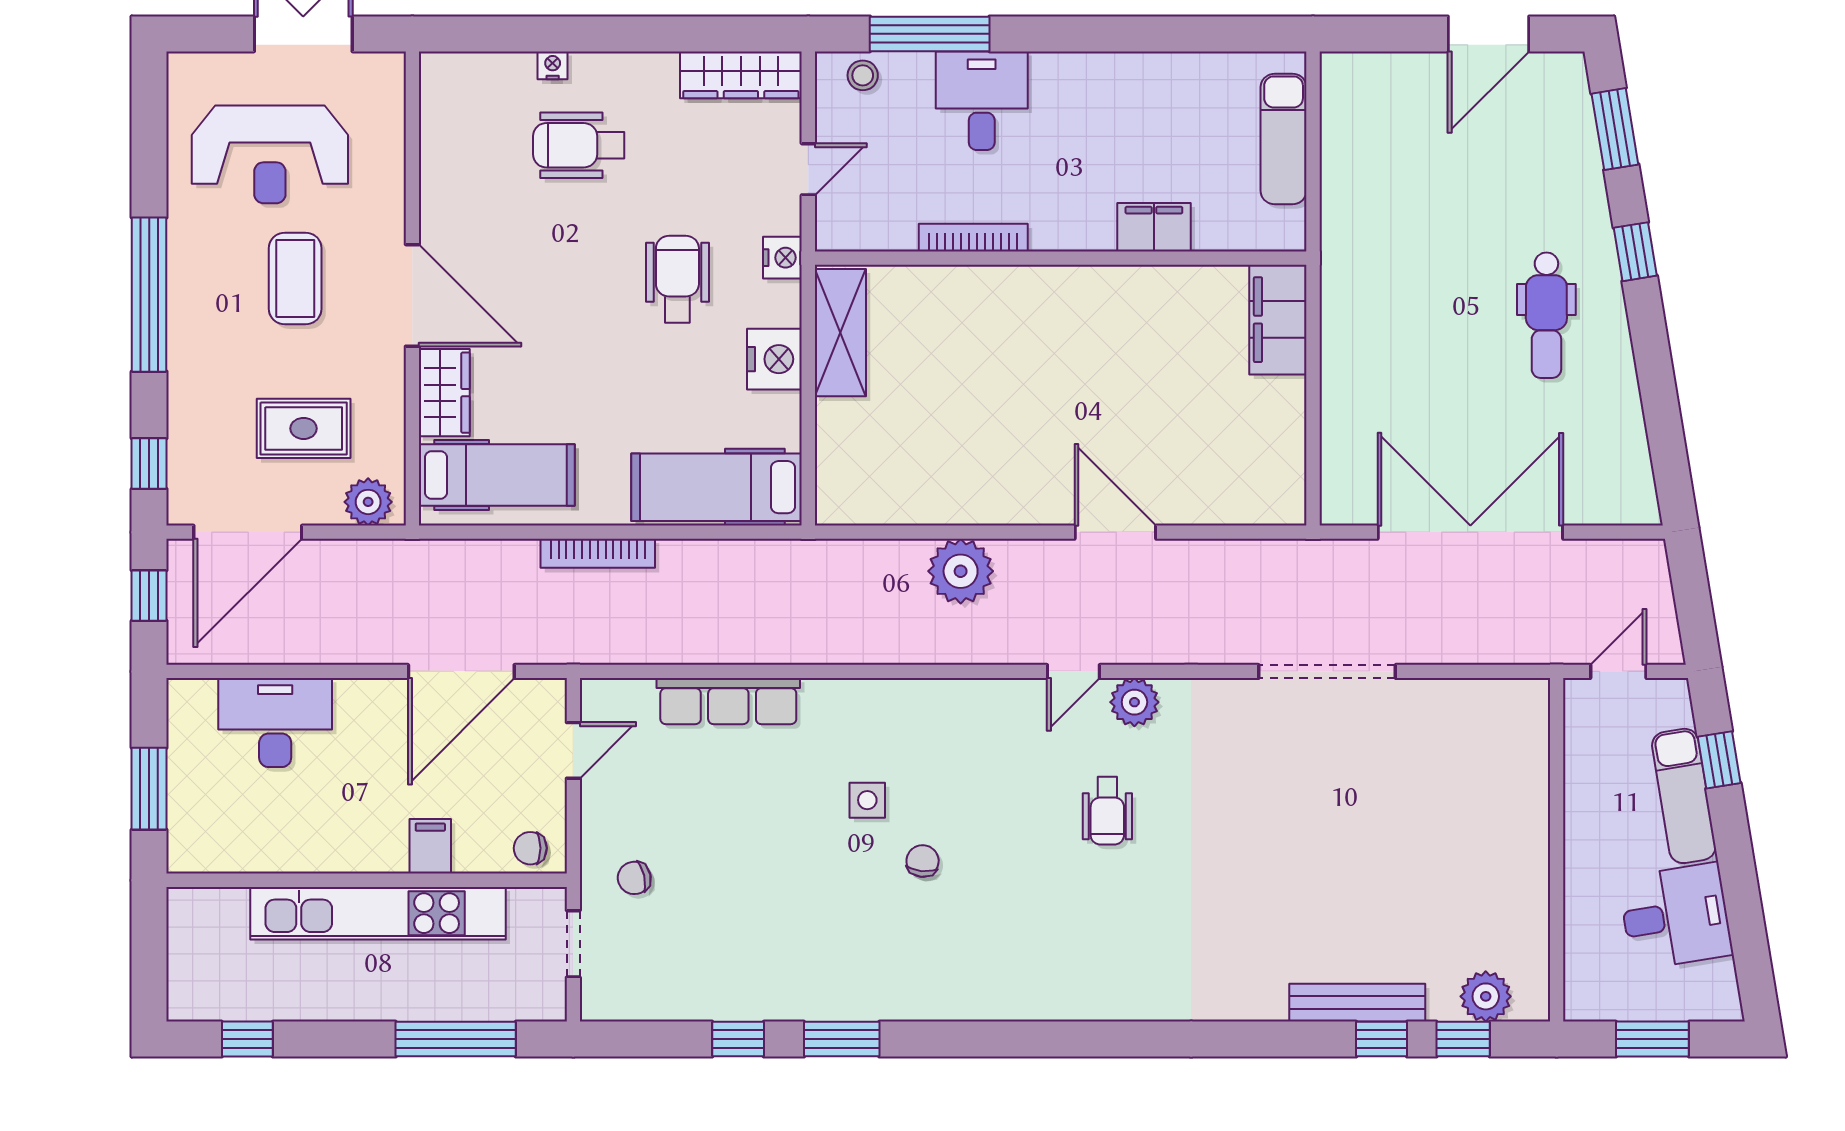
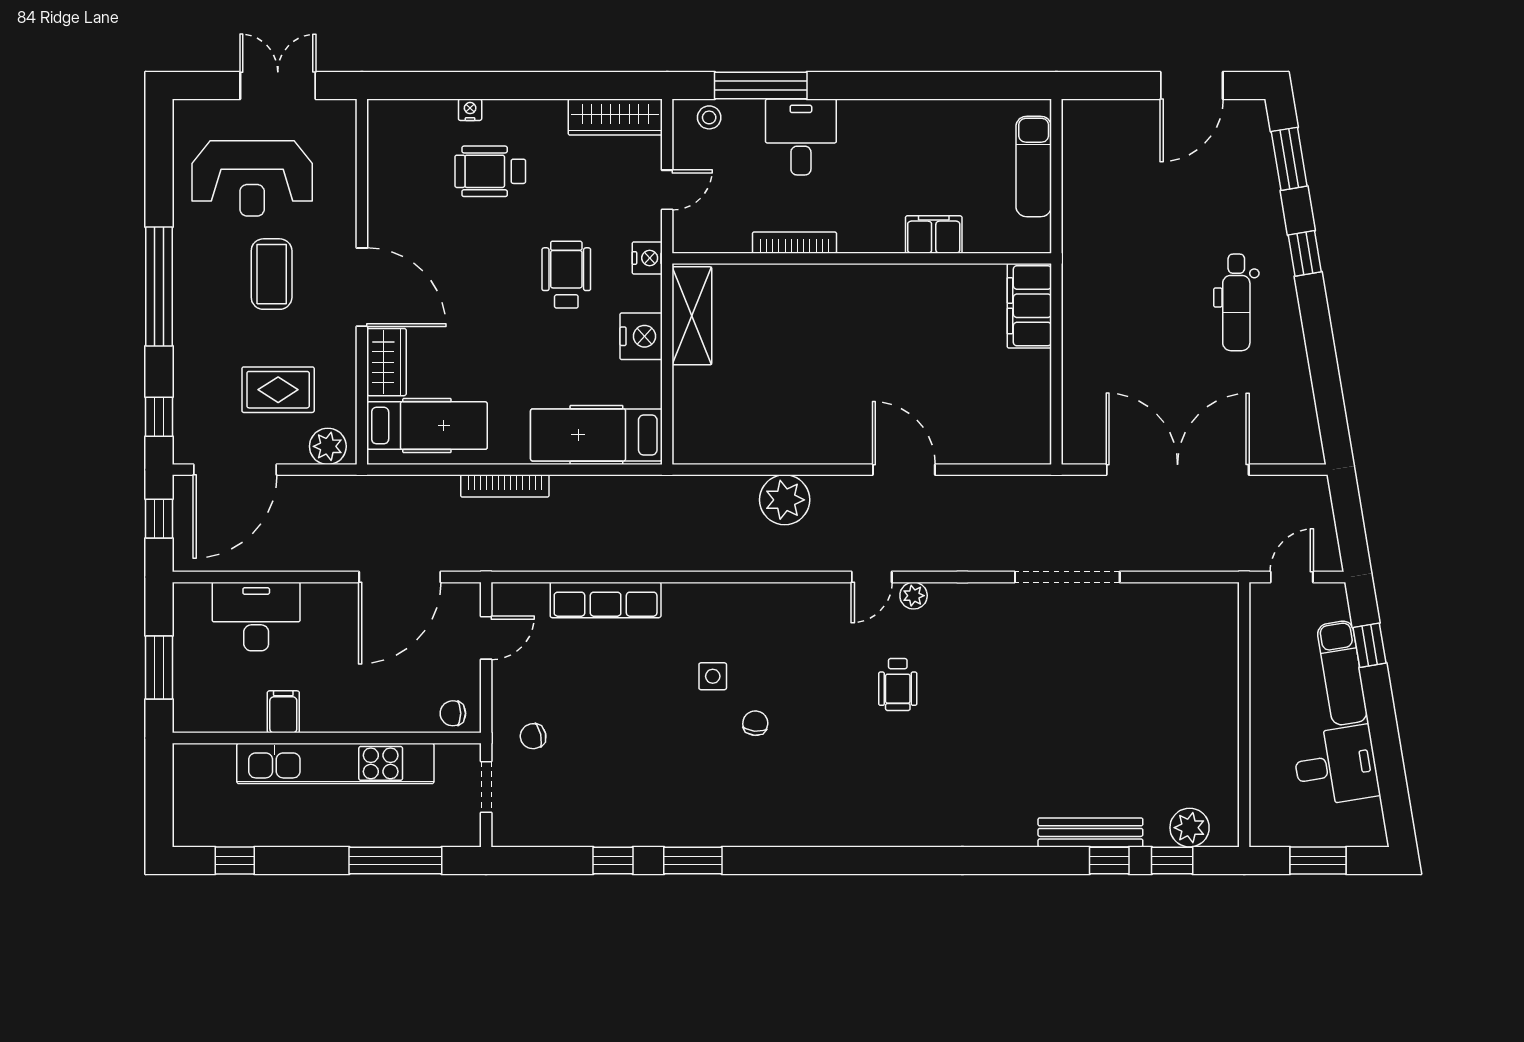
plant: (1134, 702) -> (914, 596), width x0.73, depth x0.73
filing cabinet: (430, 846) -> (283, 712), moved

